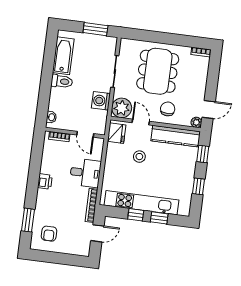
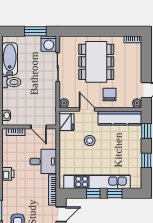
washing machine: (101, 101) -> (49, 44), moved, turned -90
plant: (122, 108) -> (64, 103), width x0.53, depth x0.53

